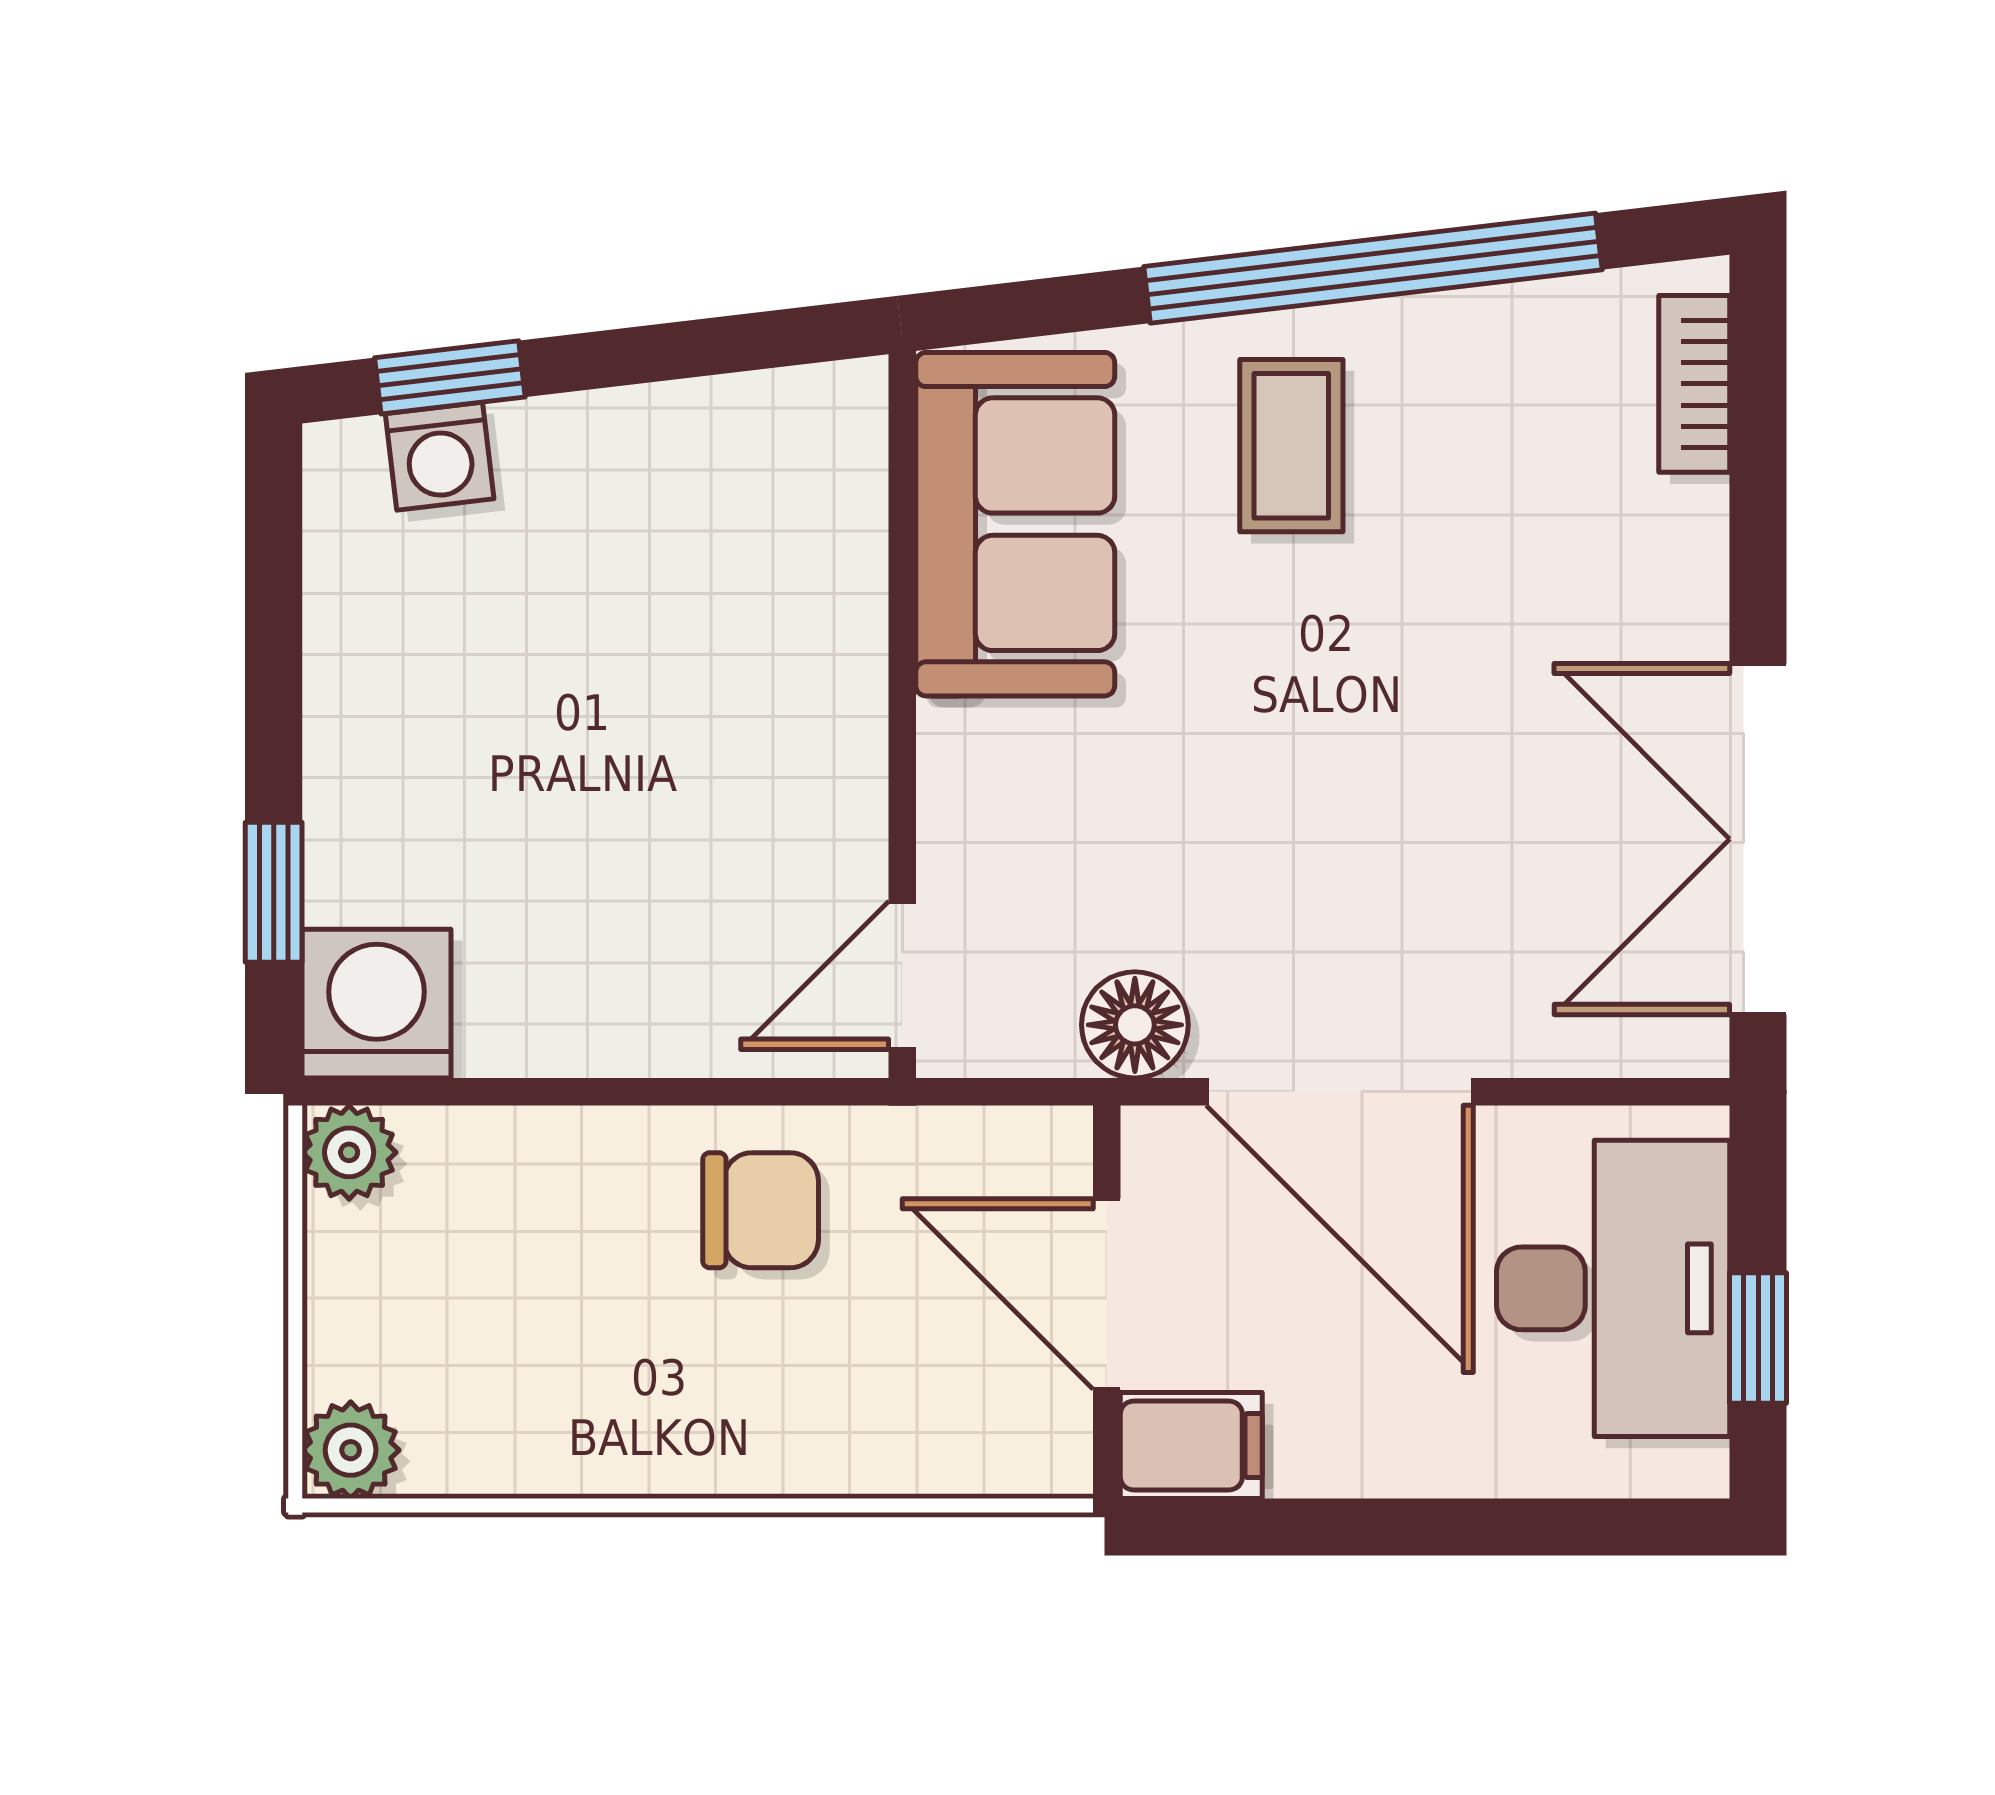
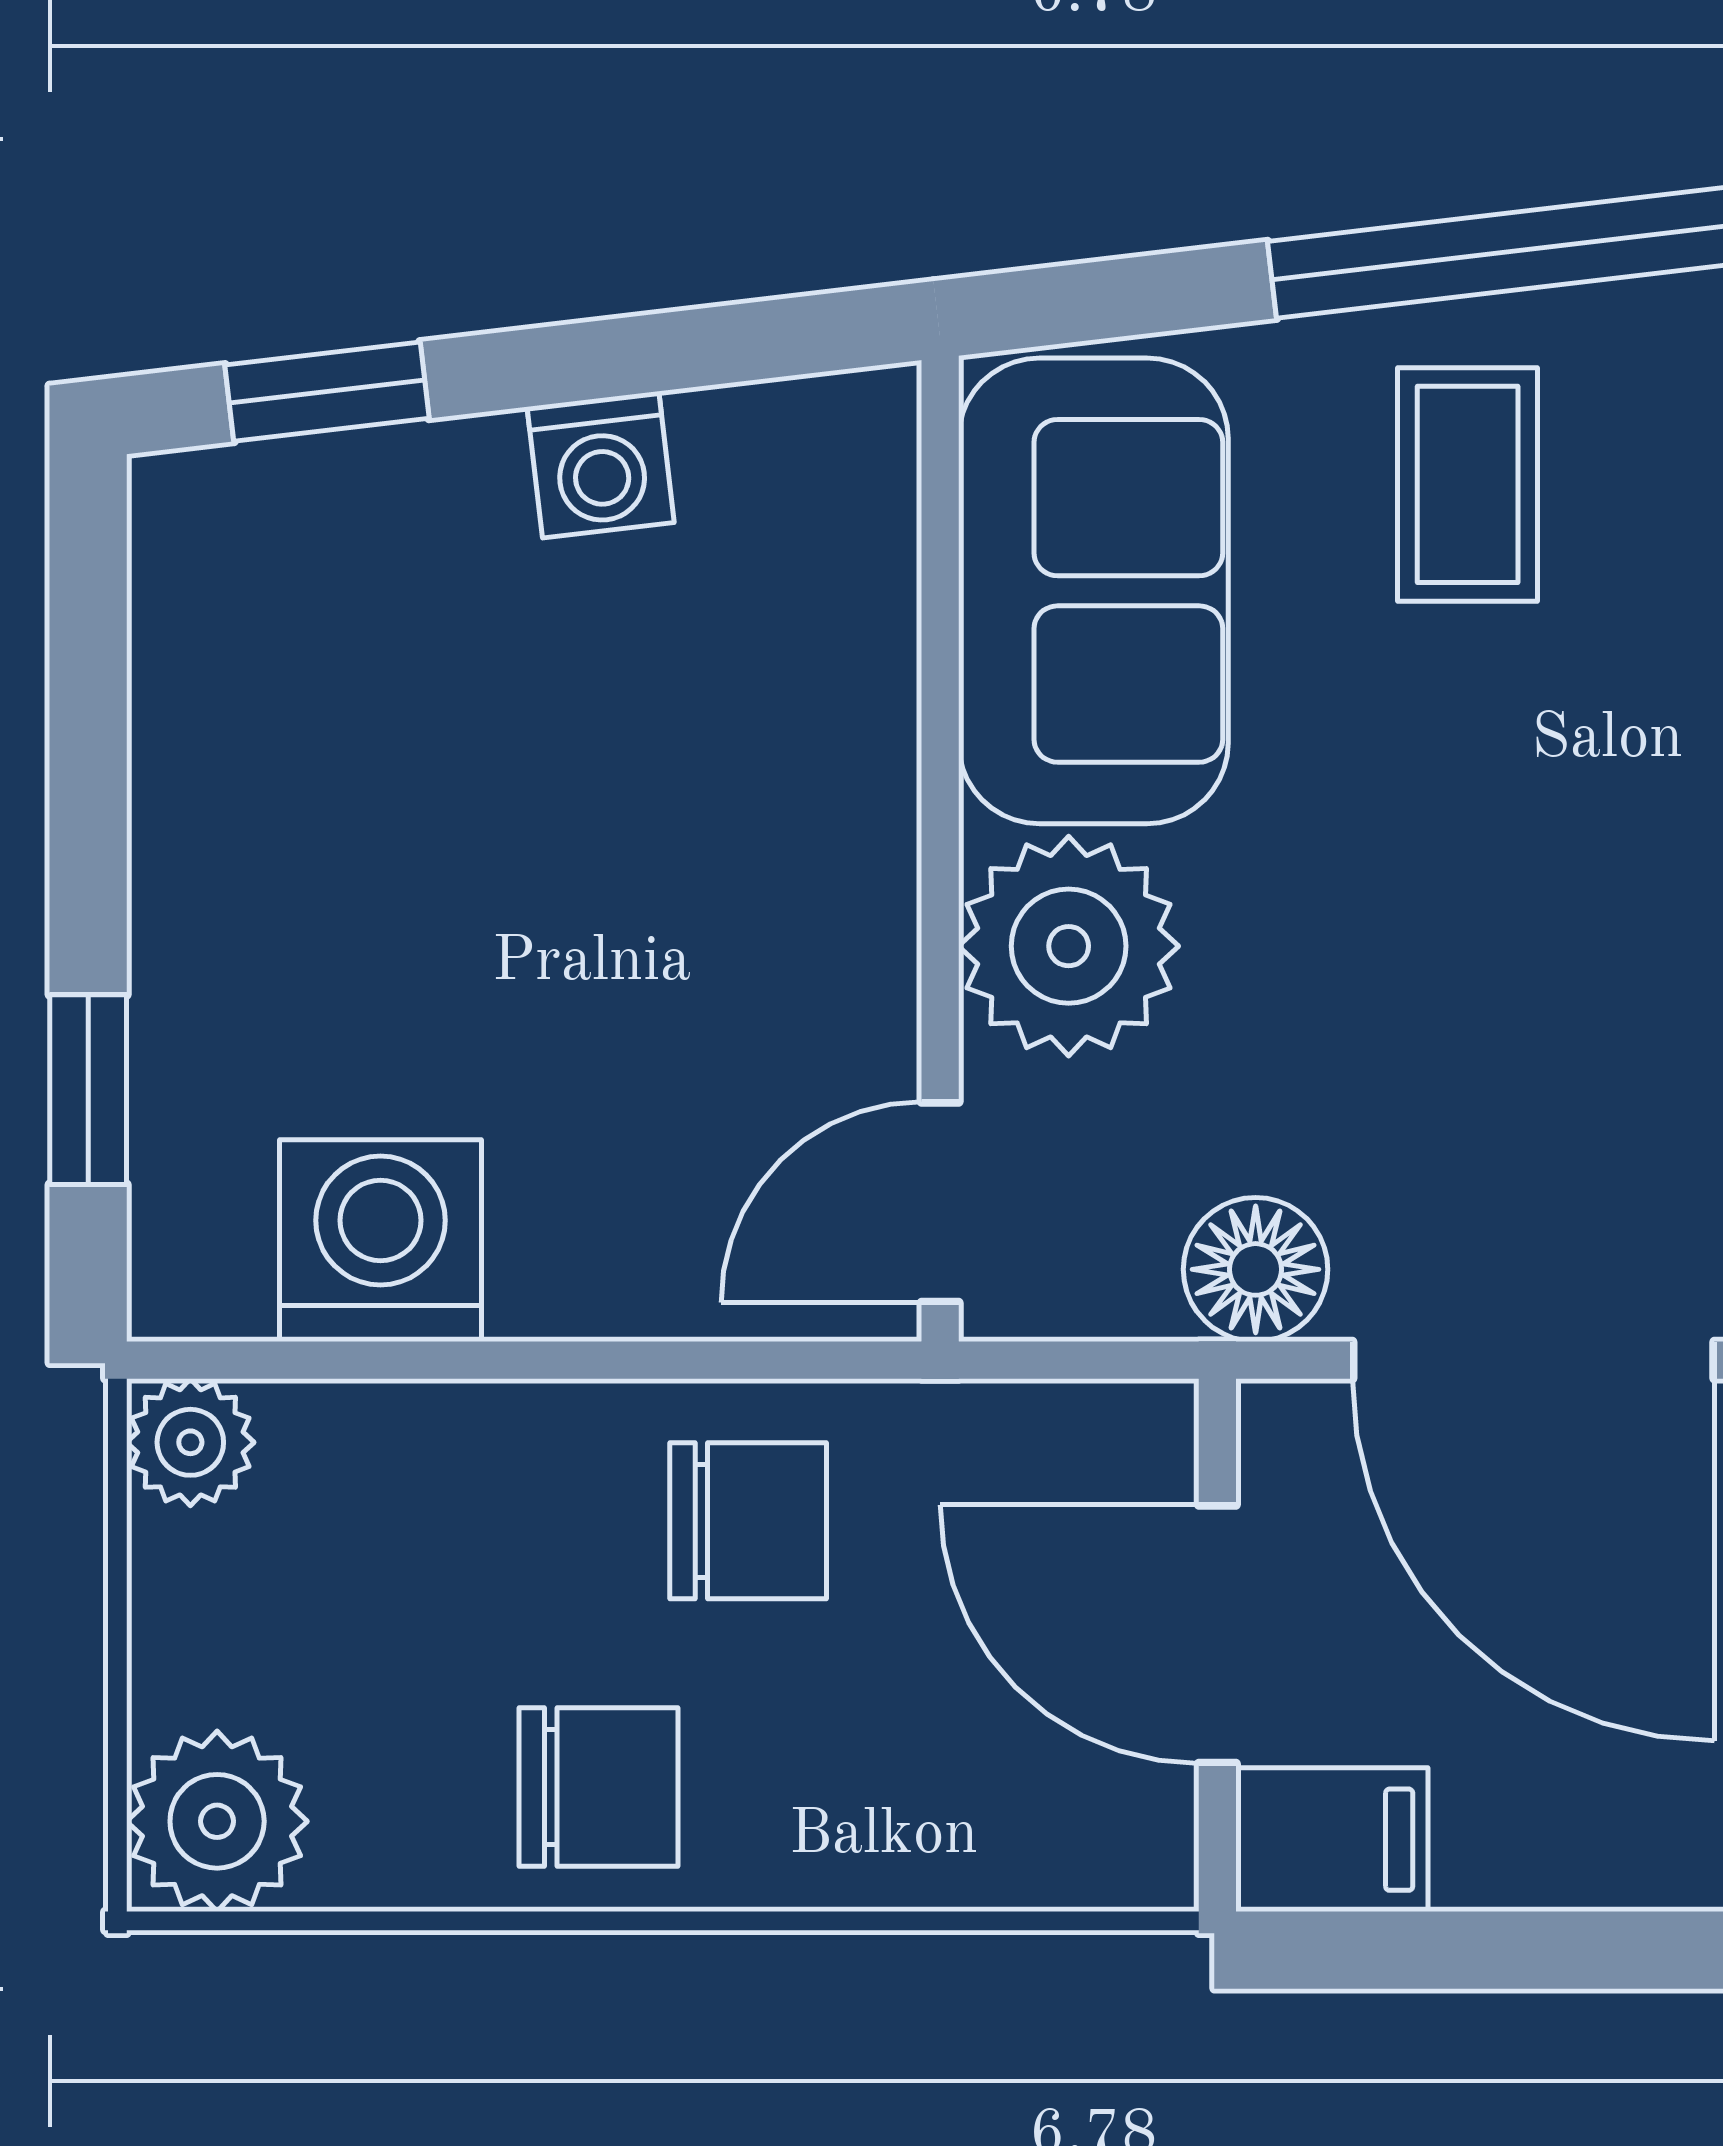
washing machine: (440, 456) -> (601, 465), moved
plant: (997, 786) -> (1069, 946), added
washing machine: (377, 1004) -> (380, 1241), moved
chair: (650, 1407) -> (598, 1787), added
plant: (351, 1450) -> (217, 1821), width x1.38, depth x1.38

